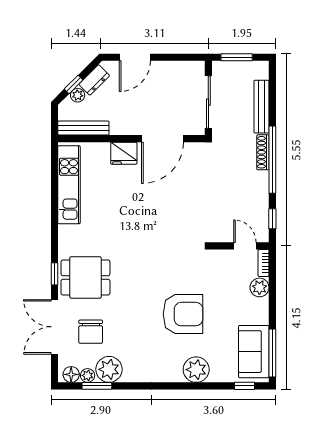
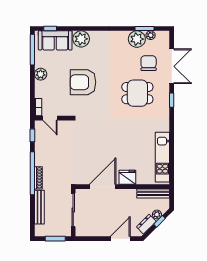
dining table: (85, 277) -> (137, 93), moved
plant: (259, 287) -> (41, 74), moved
armchair: (183, 314) -> (83, 82), moved
sofa: (254, 352) -> (55, 40), moved, turned 90
floor lamp: (71, 374) -> (161, 36), removed

